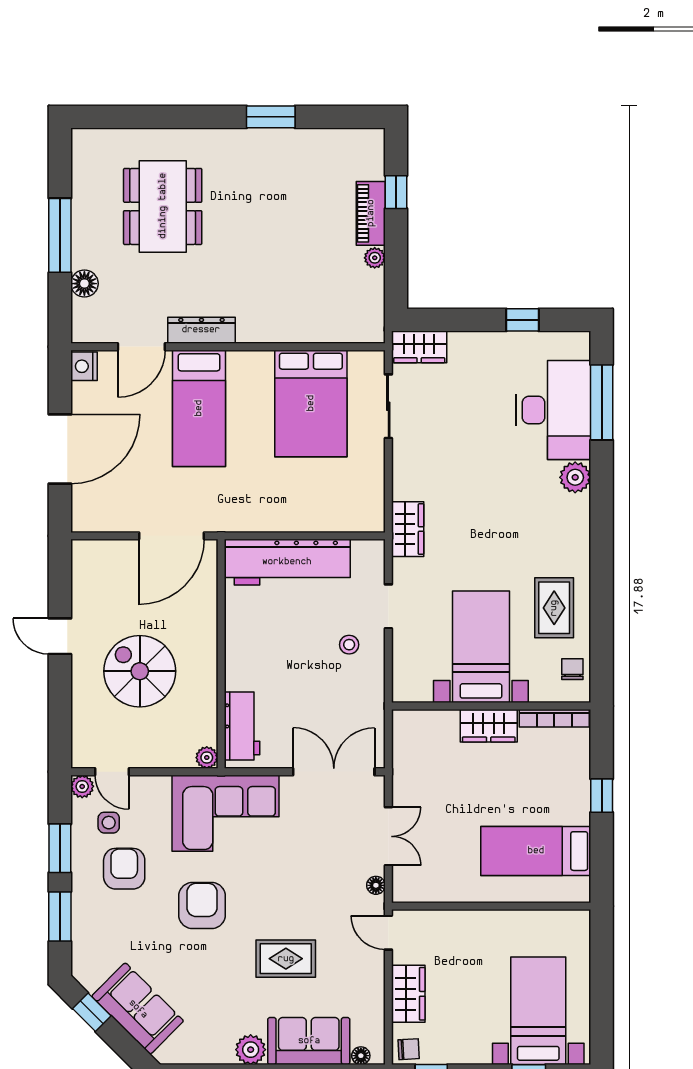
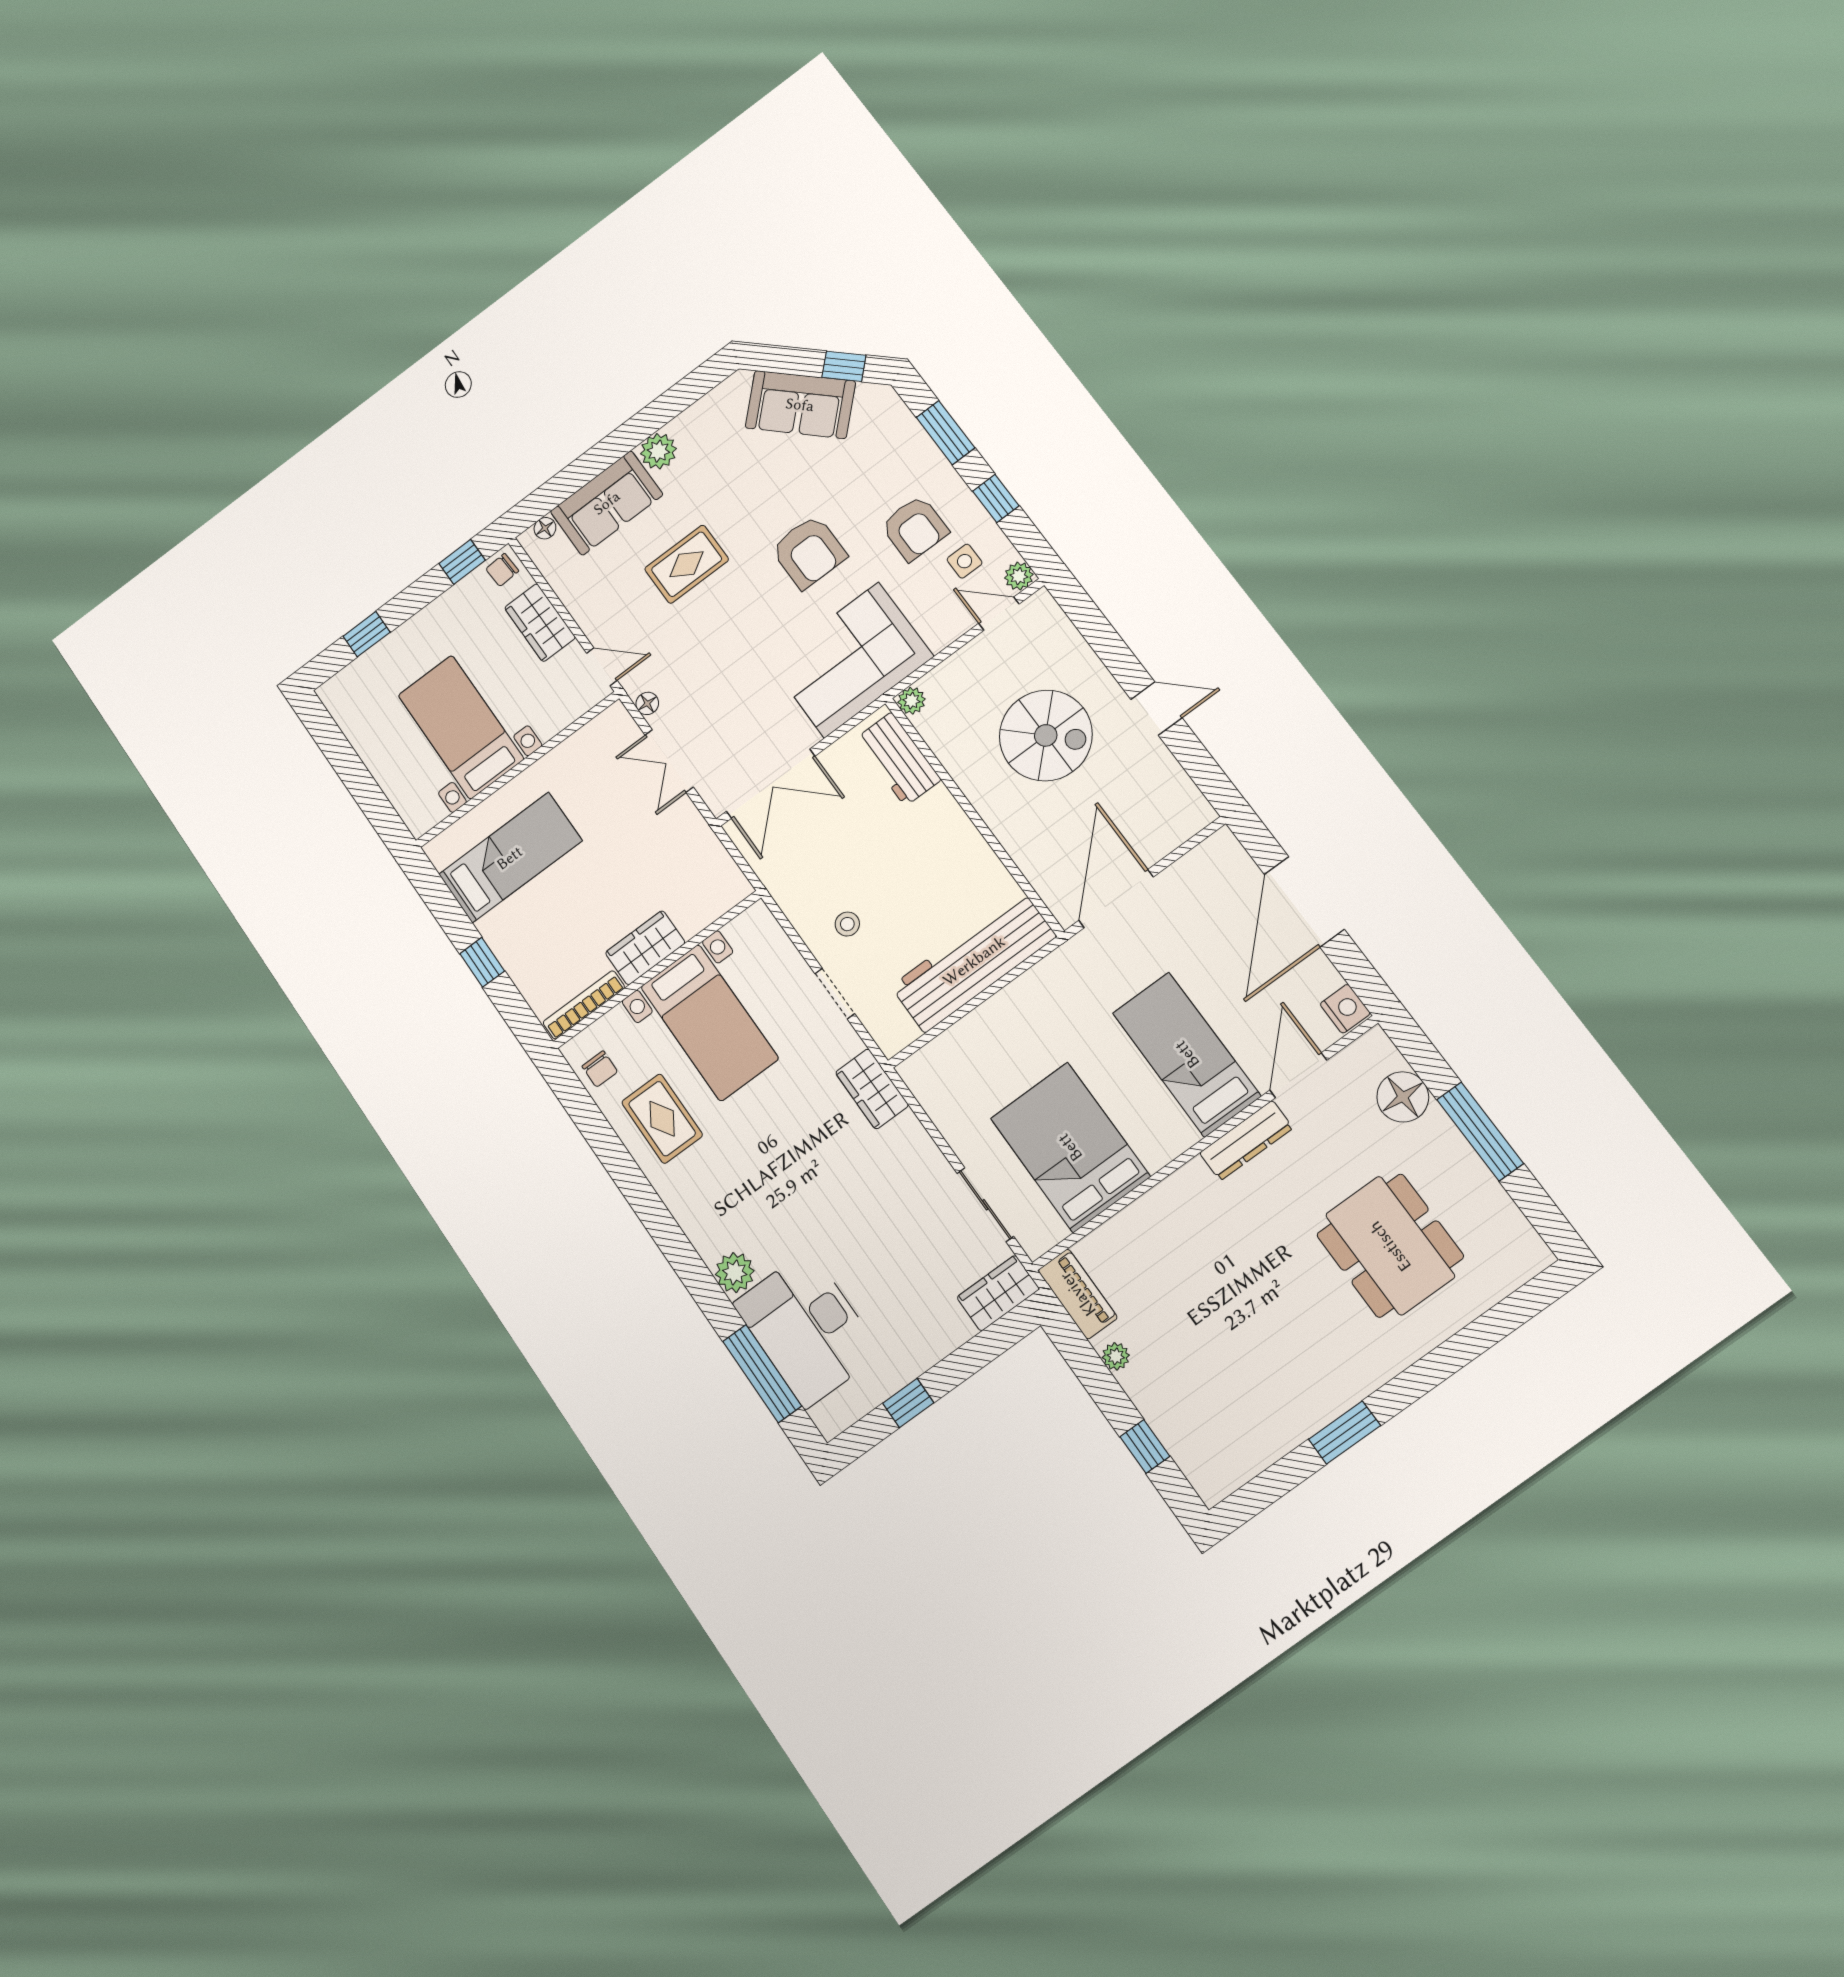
piano: (371, 213) -> (1078, 1294), moved
floor lamp: (84, 284) -> (1403, 1097), width x1.38, depth x1.38
window: (60, 848) -> (996, 498), width x0.67
bed with nightstands: (538, 1011) -> (461, 727), moved, turned 180

